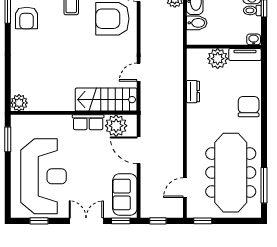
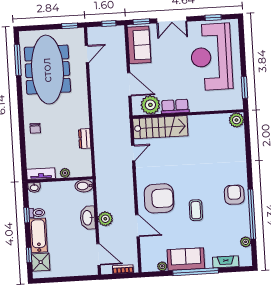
bidet: (197, 23) -> (84, 186), moved
plant: (218, 59) -> (65, 173), width x0.53, depth x0.53
chair: (249, 107) -> (35, 128), width x0.54, depth x0.54

